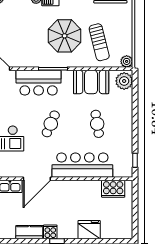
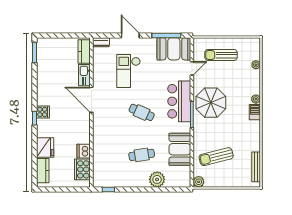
parasol: (65, 36) -> (211, 103), moved
plant: (124, 81) -> (157, 179), moved
bar counter: (82, 165) -> (104, 141), removed
dishwasher: (93, 187) -> (84, 151), added
kitchen counter: (29, 232) -> (43, 171), moved

